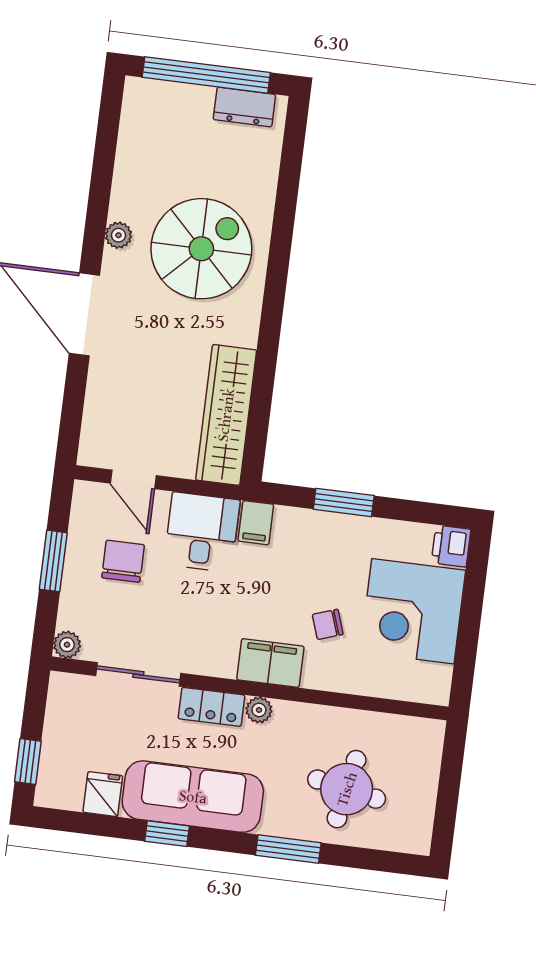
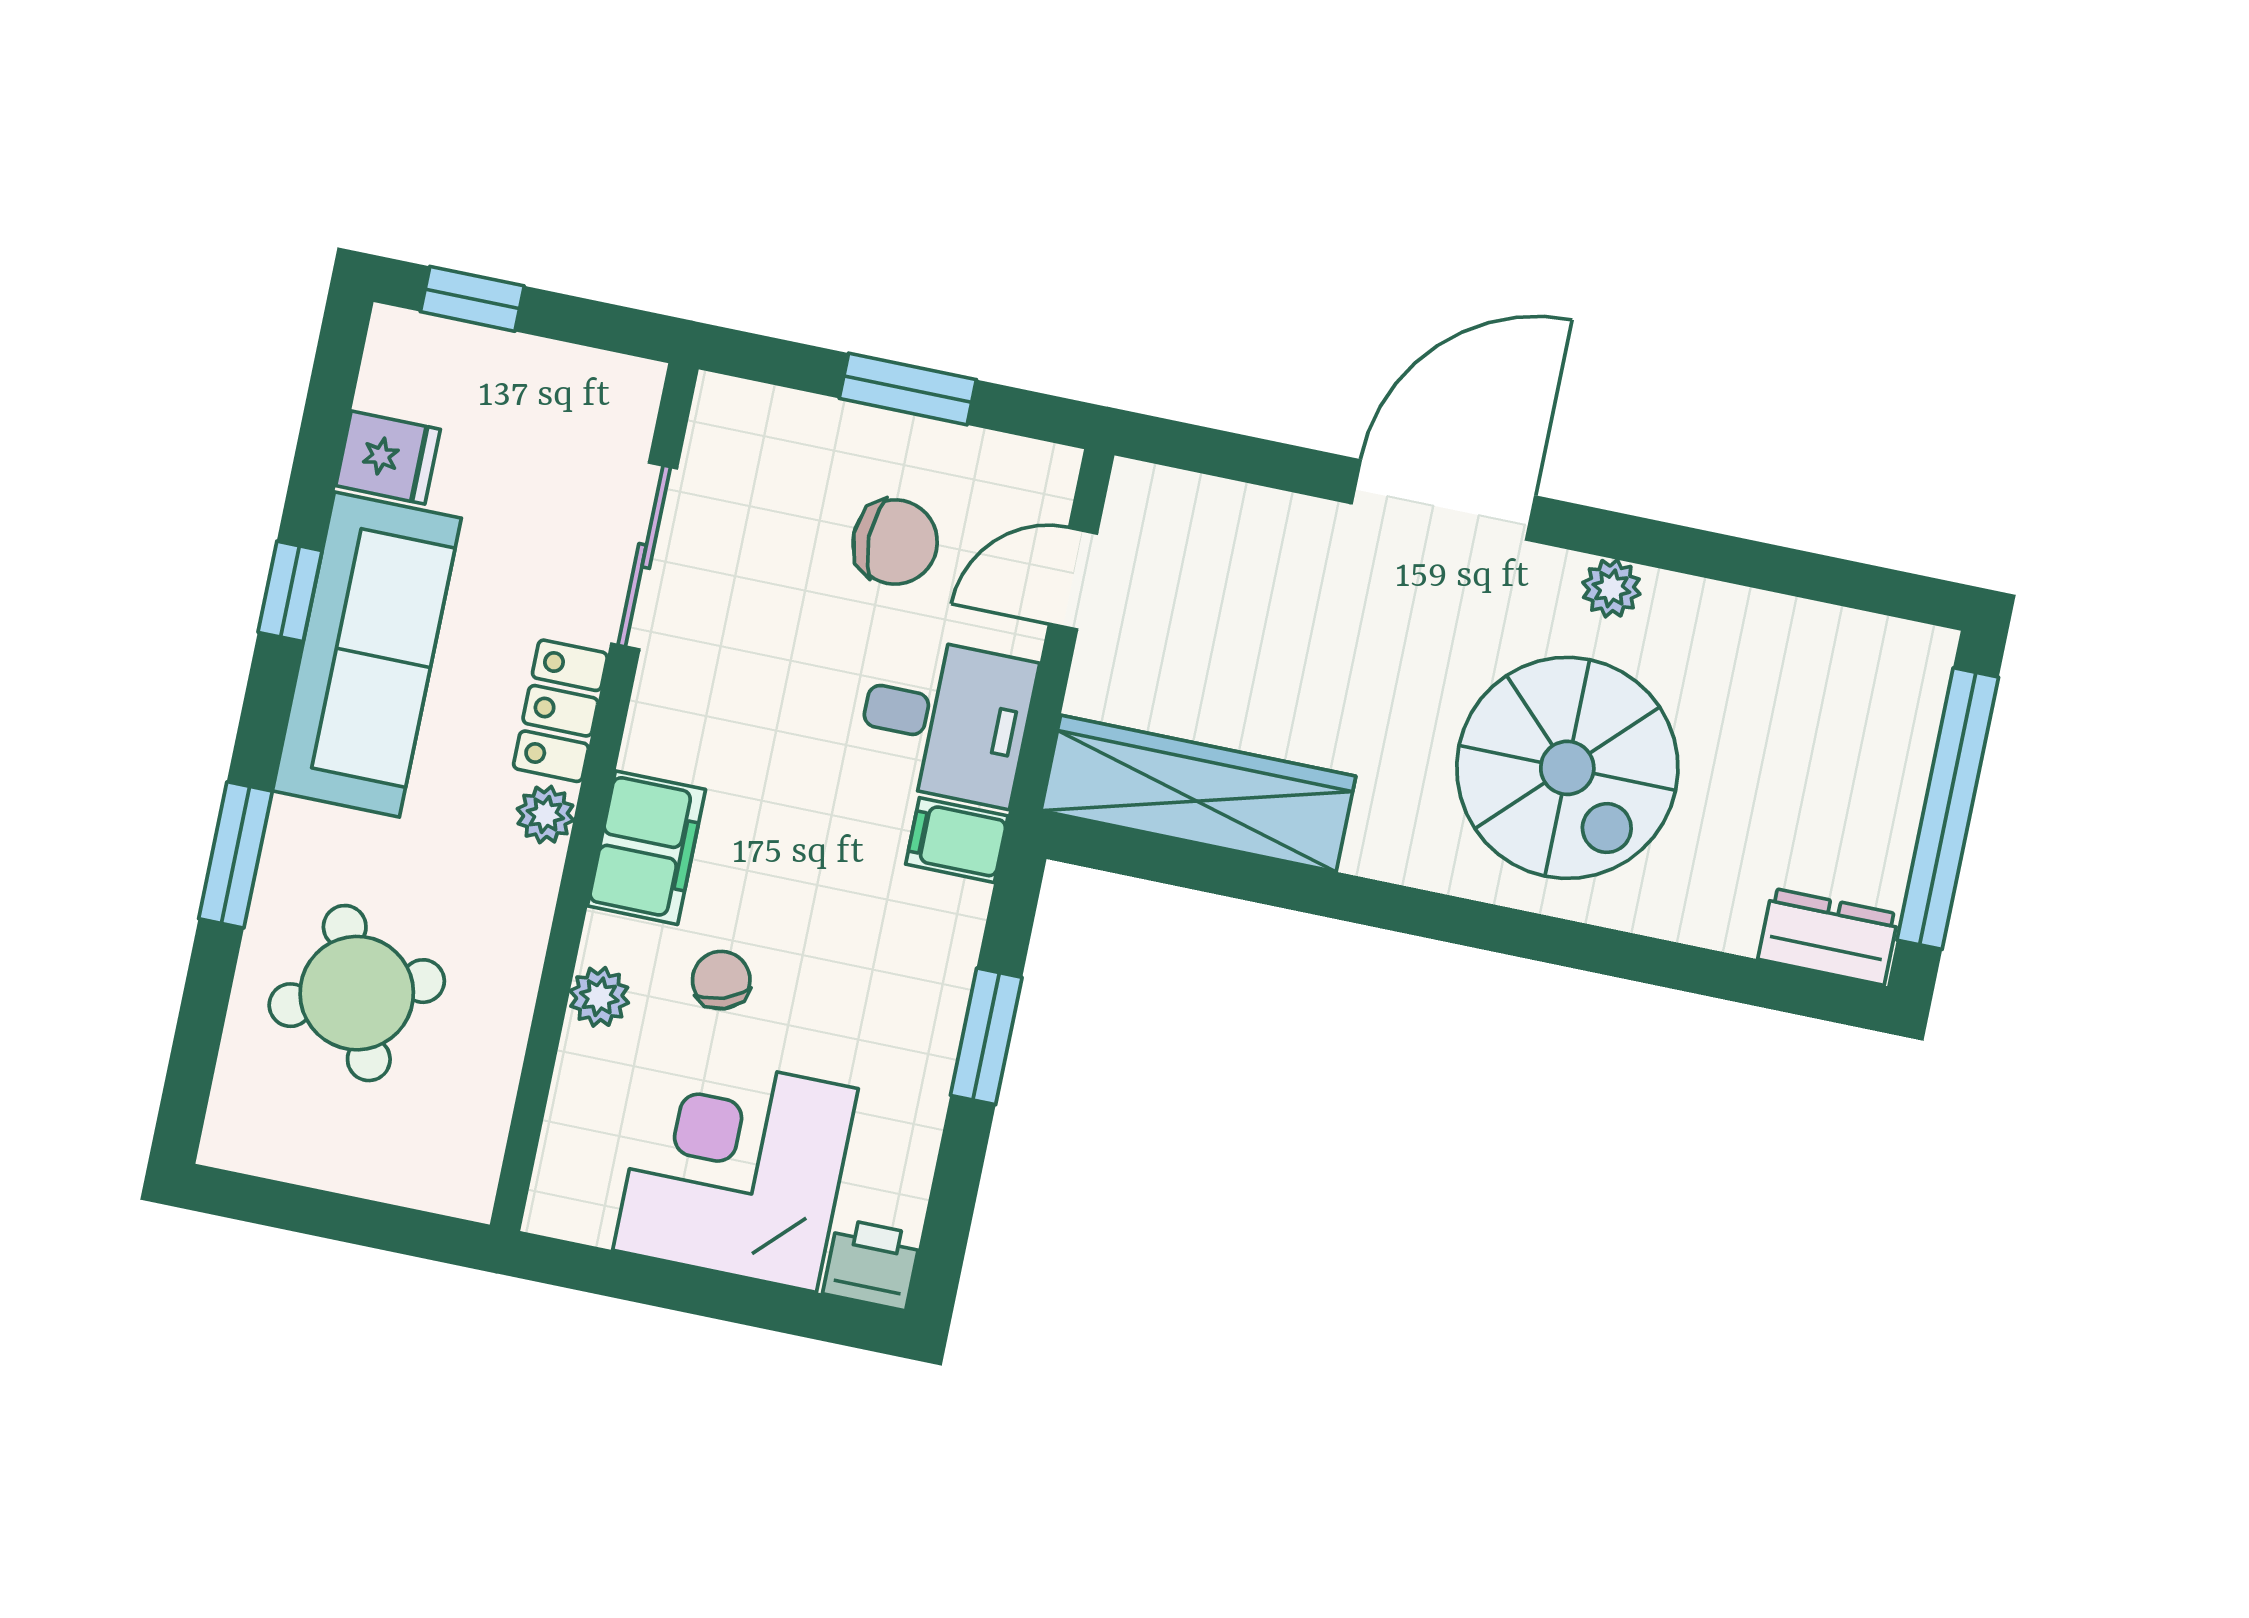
dresser: (244, 107) -> (1828, 937), moved, turned 90
plant: (67, 645) -> (599, 997), moved
round table: (347, 789) -> (357, 993), turned -33

